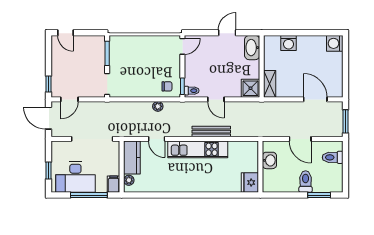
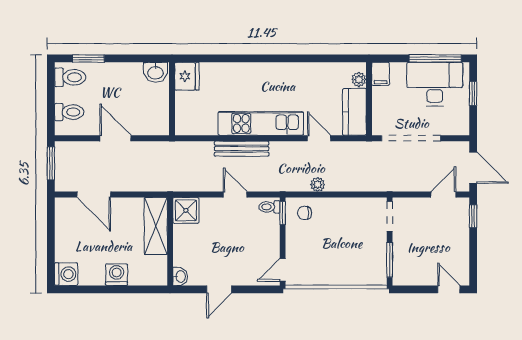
washing machine: (289, 43) -> (117, 275), moved
washbasin: (252, 48) -> (180, 276), width x0.52, depth x0.69
shelving: (270, 84) -> (156, 226), width x1.50, depth x1.33
washbasin: (269, 160) -> (156, 72), moved, turned -90
toilet: (306, 182) -> (70, 77), moved, turned -90
window: (89, 195) -> (435, 58), moved

